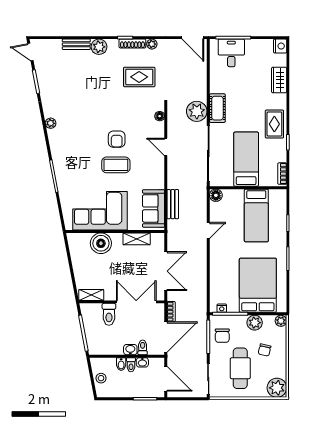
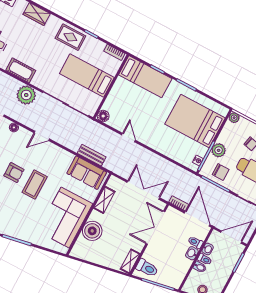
cot: (217, 108) -> (21, 70), moved
bed: (256, 215) -> (145, 77), moved
toilet: (109, 314) -> (147, 268), moved
plant: (255, 323) -> (219, 150), moved

